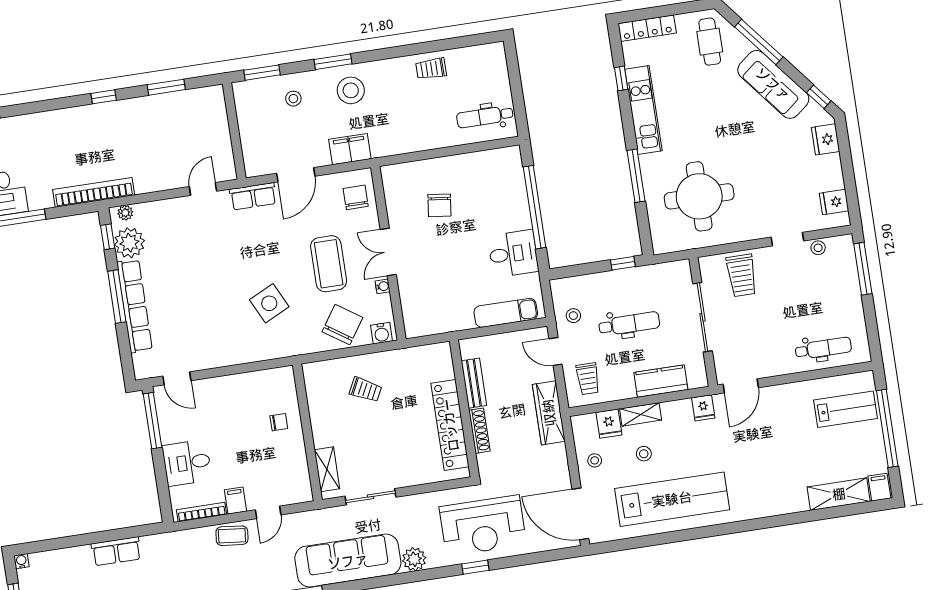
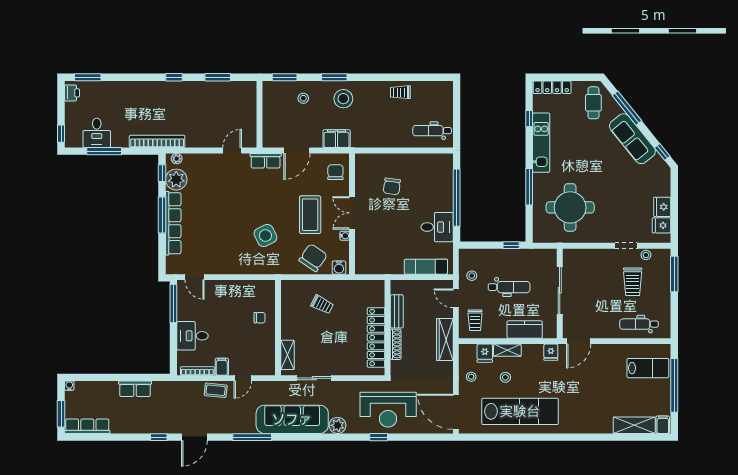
fridge: (826, 139) -> (662, 207), moved
trolley: (742, 275) -> (633, 282), moved
dental chair: (823, 348) -> (639, 324), turned 180

